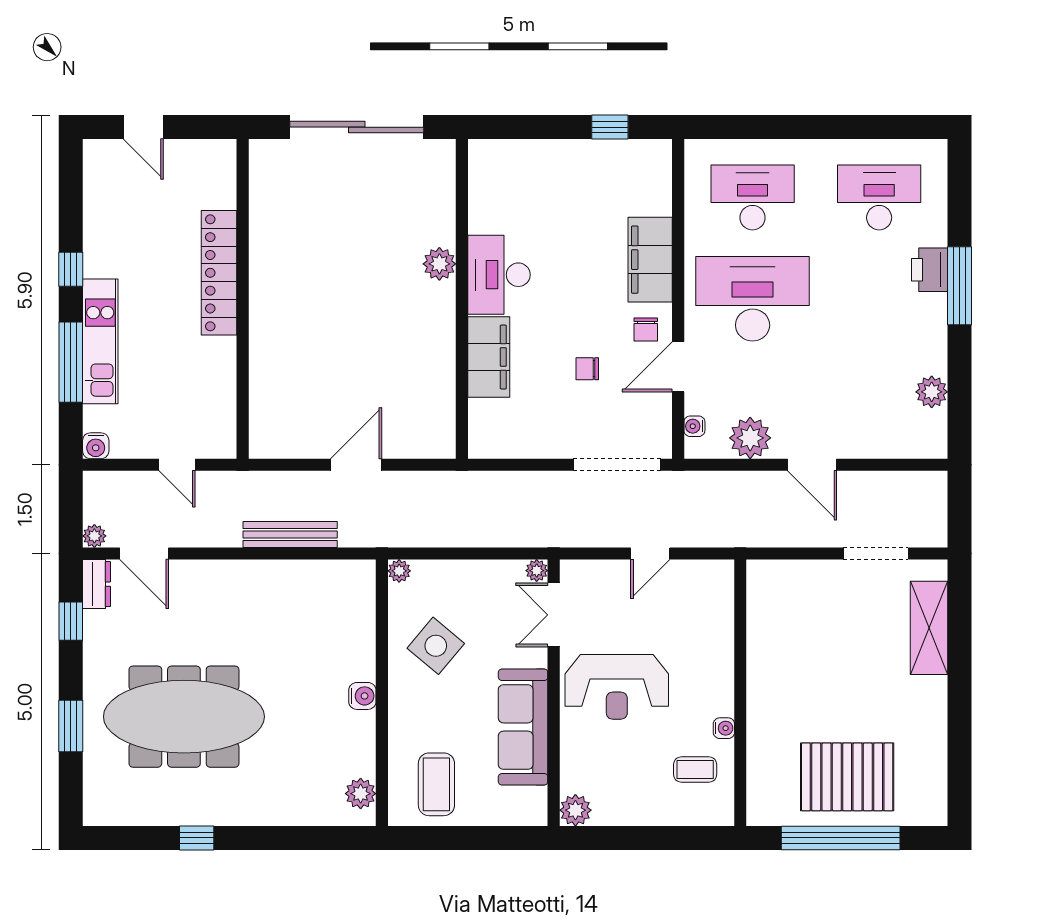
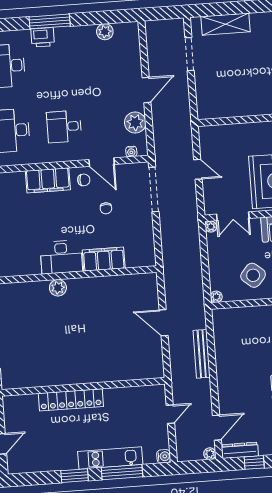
window: (71, 269) -> (75, 476), width x1.50
desk: (753, 299) -> (64, 127), width x0.53, depth x0.77
dresser: (97, 584) -> (240, 450), width x1.44

